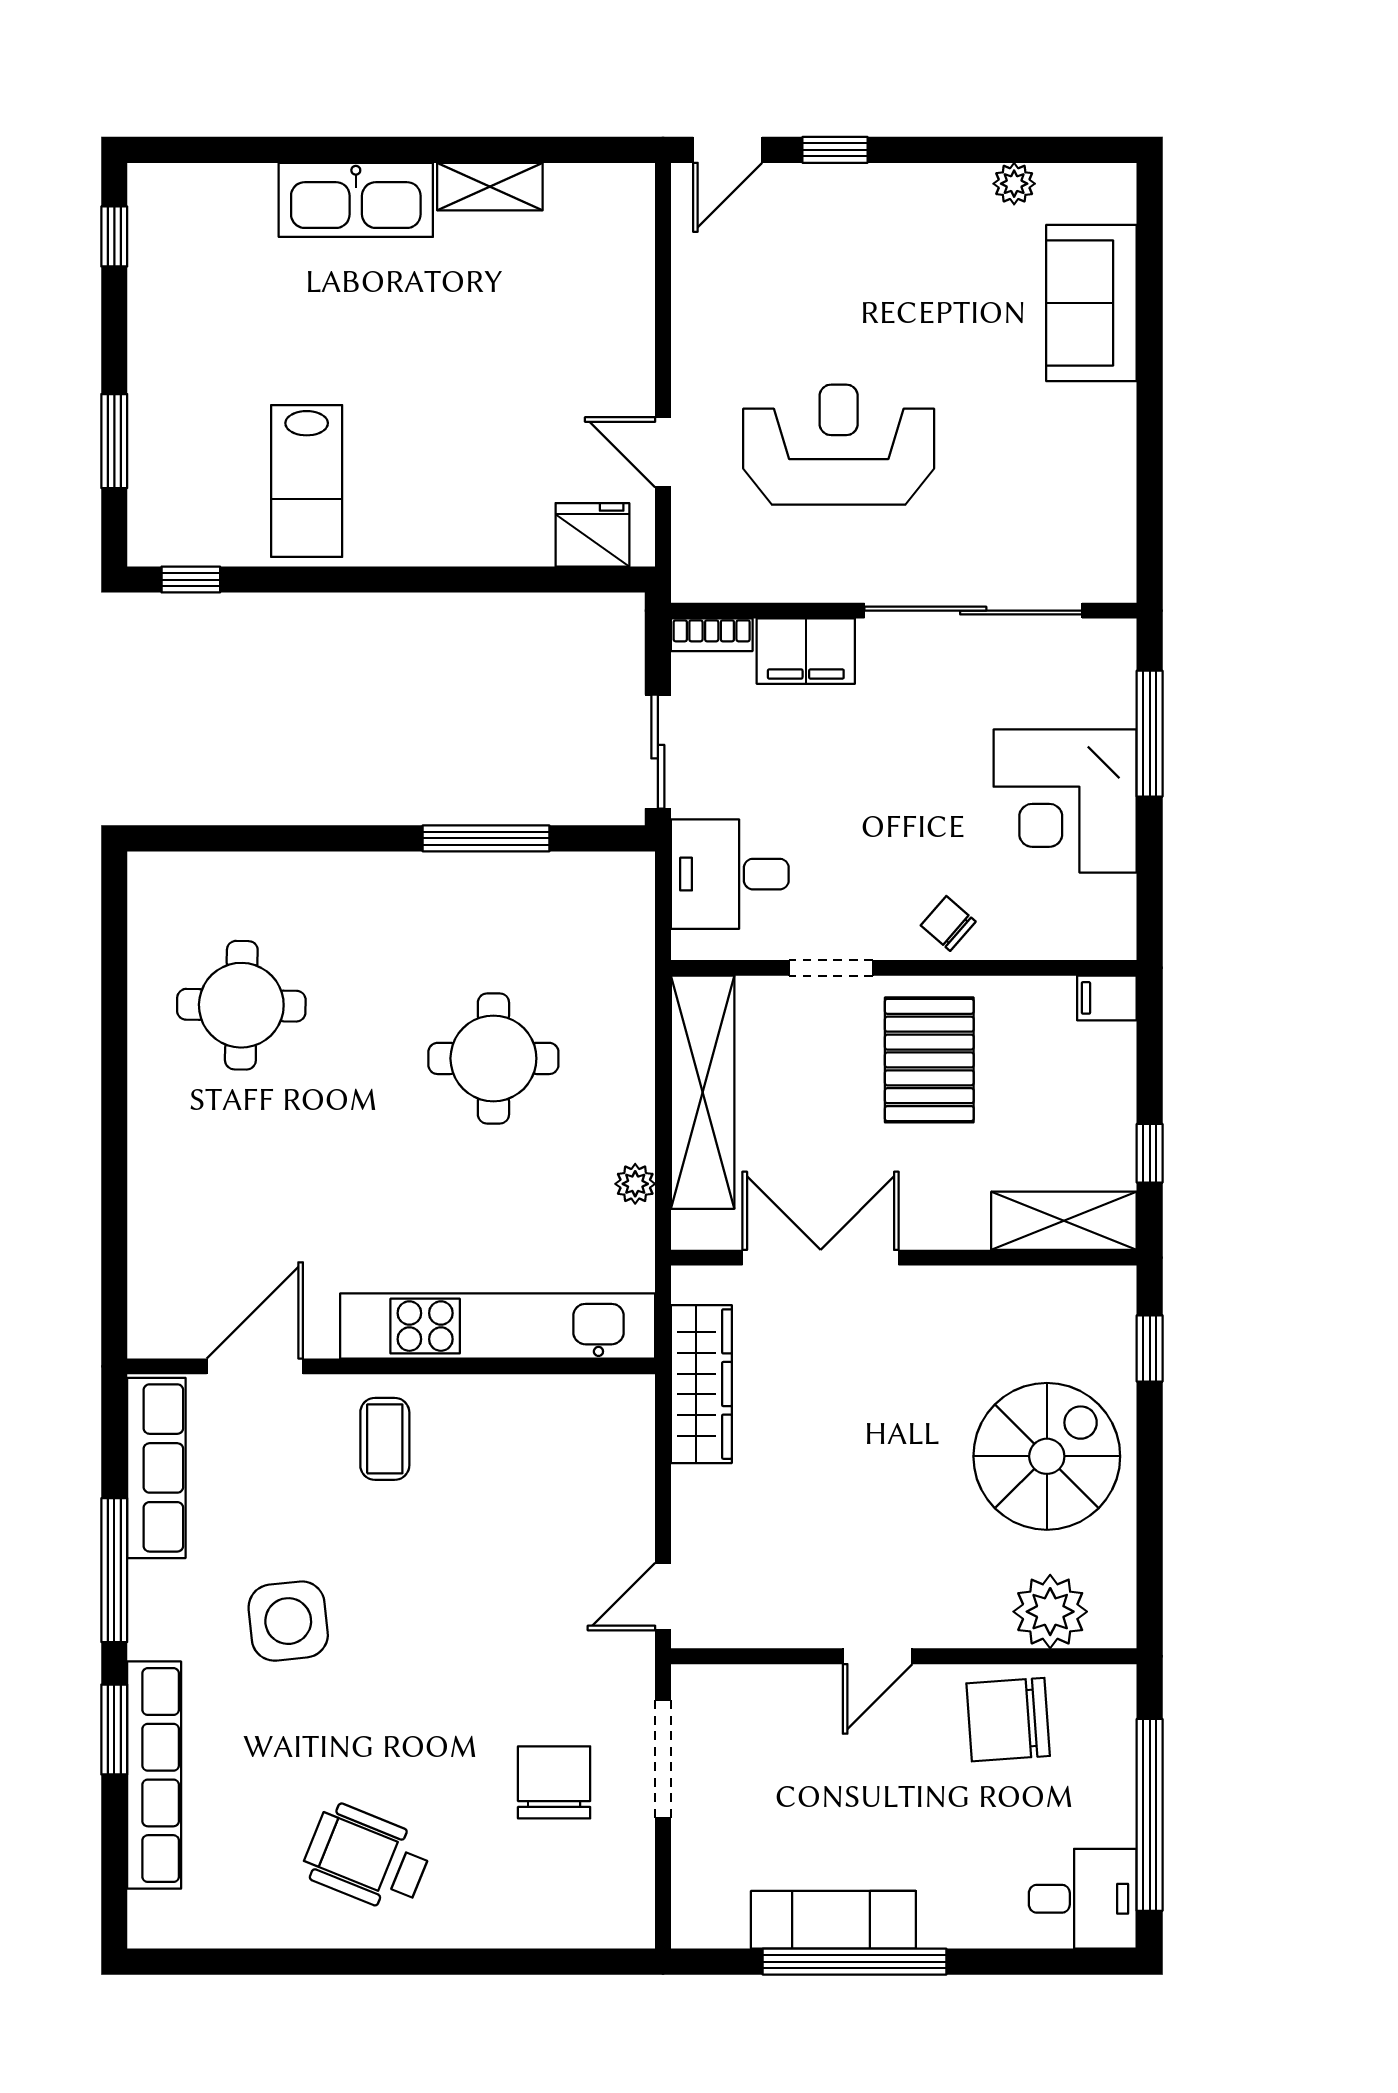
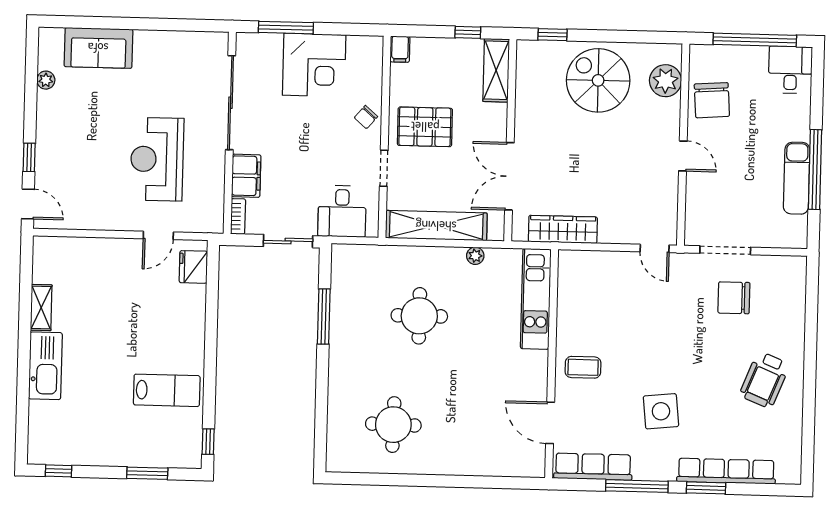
kitchen unit: (498, 1326) -> (536, 299), width x0.73

